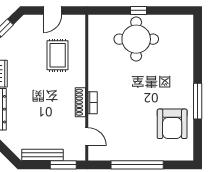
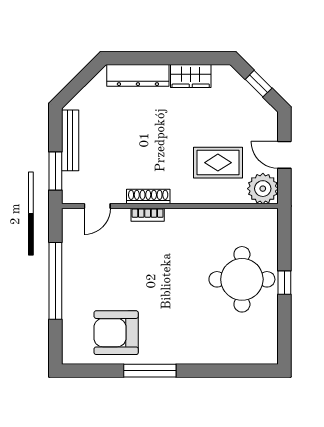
plant: (75, 25) -> (263, 189), added

